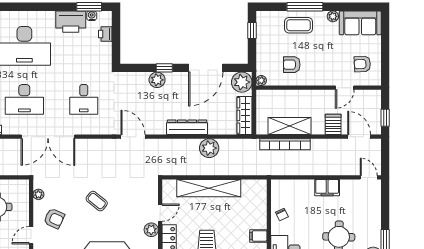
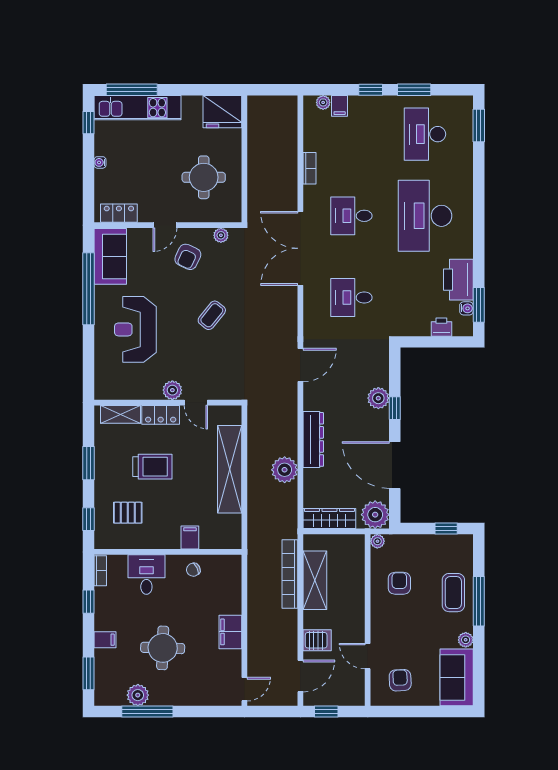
desk: (24, 99) -> (351, 216), width x0.73
door: (31, 235) -> (165, 225), swing flipped
filing cabinet: (258, 236) -> (190, 537), moved

